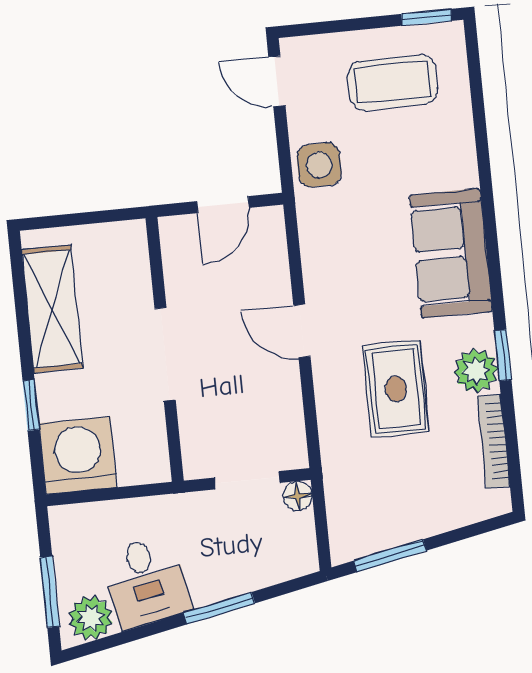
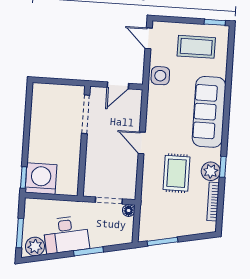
sofa: (451, 253) -> (209, 112), width x1.36
shelving: (52, 309) -> (40, 117), removed
doorway: (165, 354) -> (86, 114), moved
window: (31, 405) -> (24, 178), moved
desk: (146, 582) -> (66, 235), width x1.37

